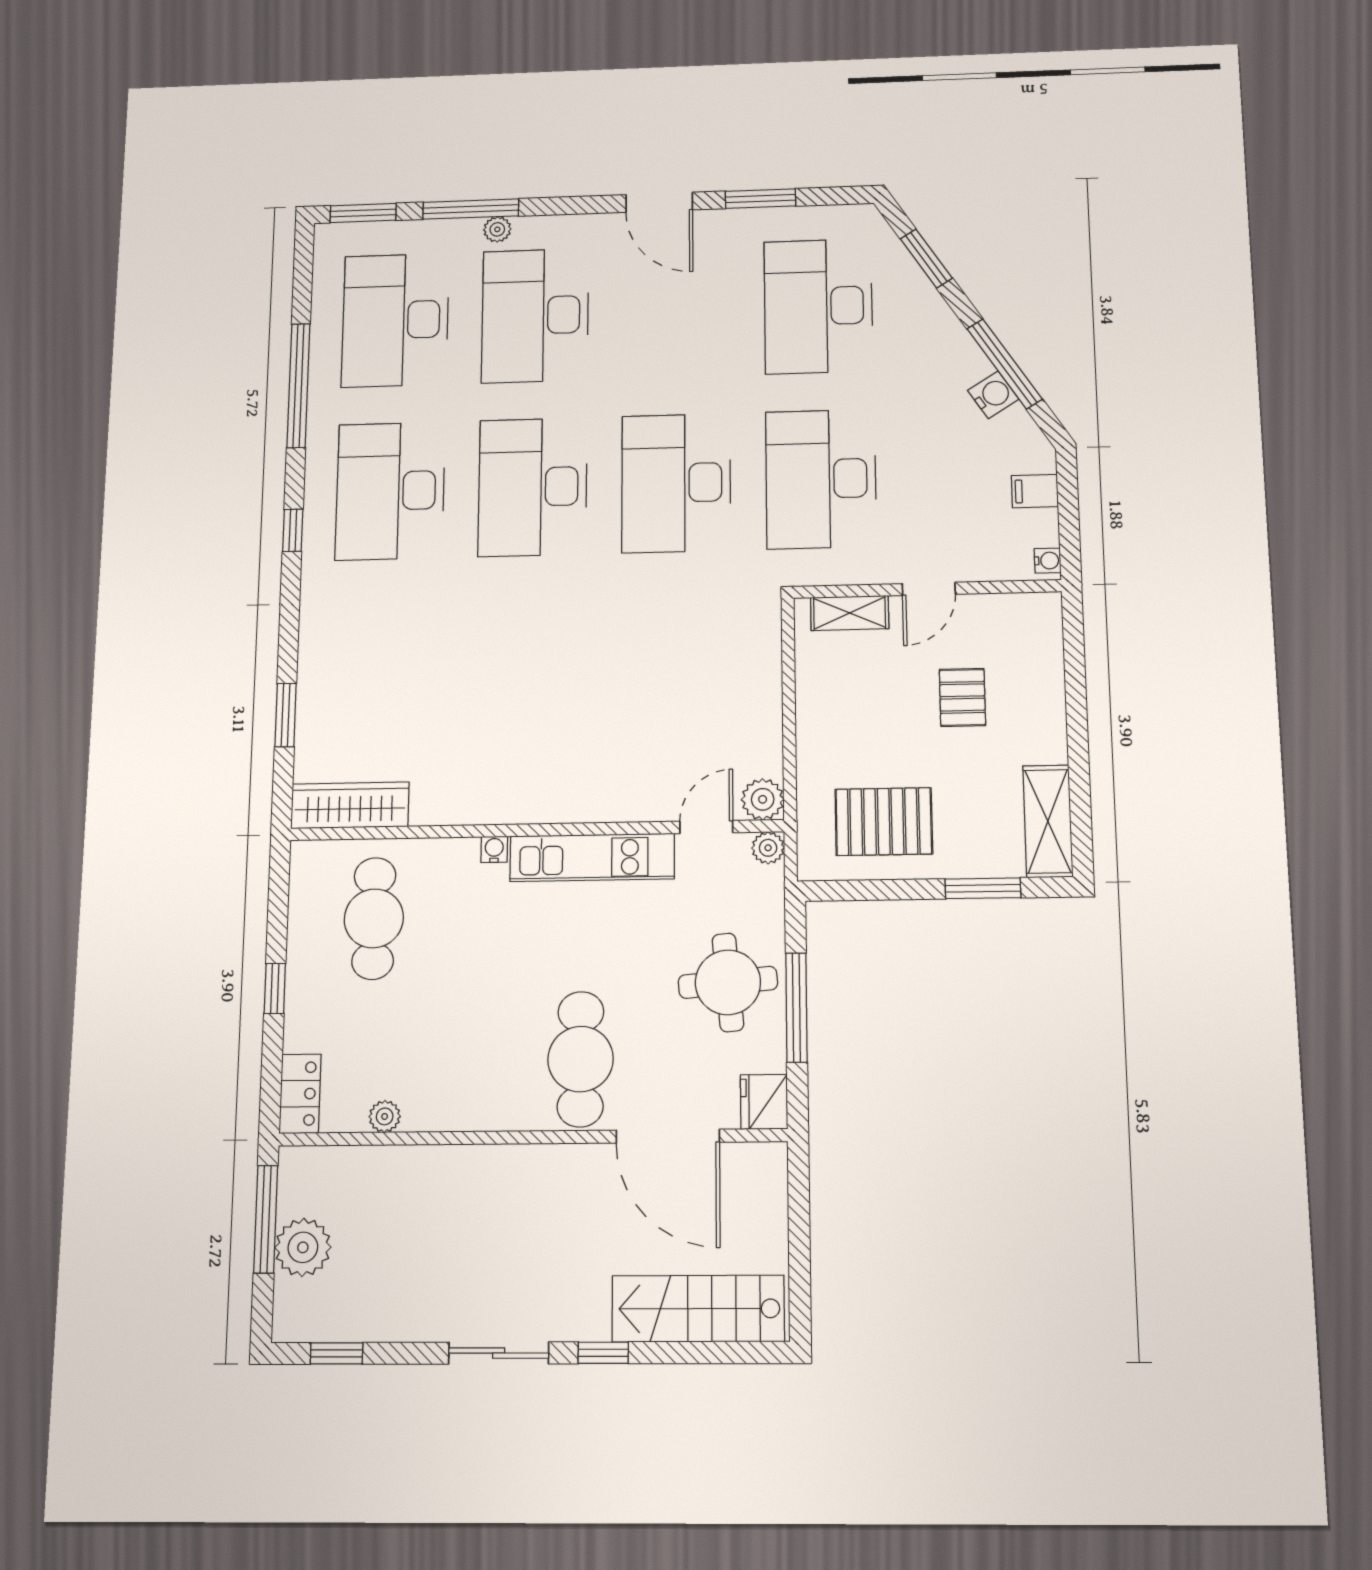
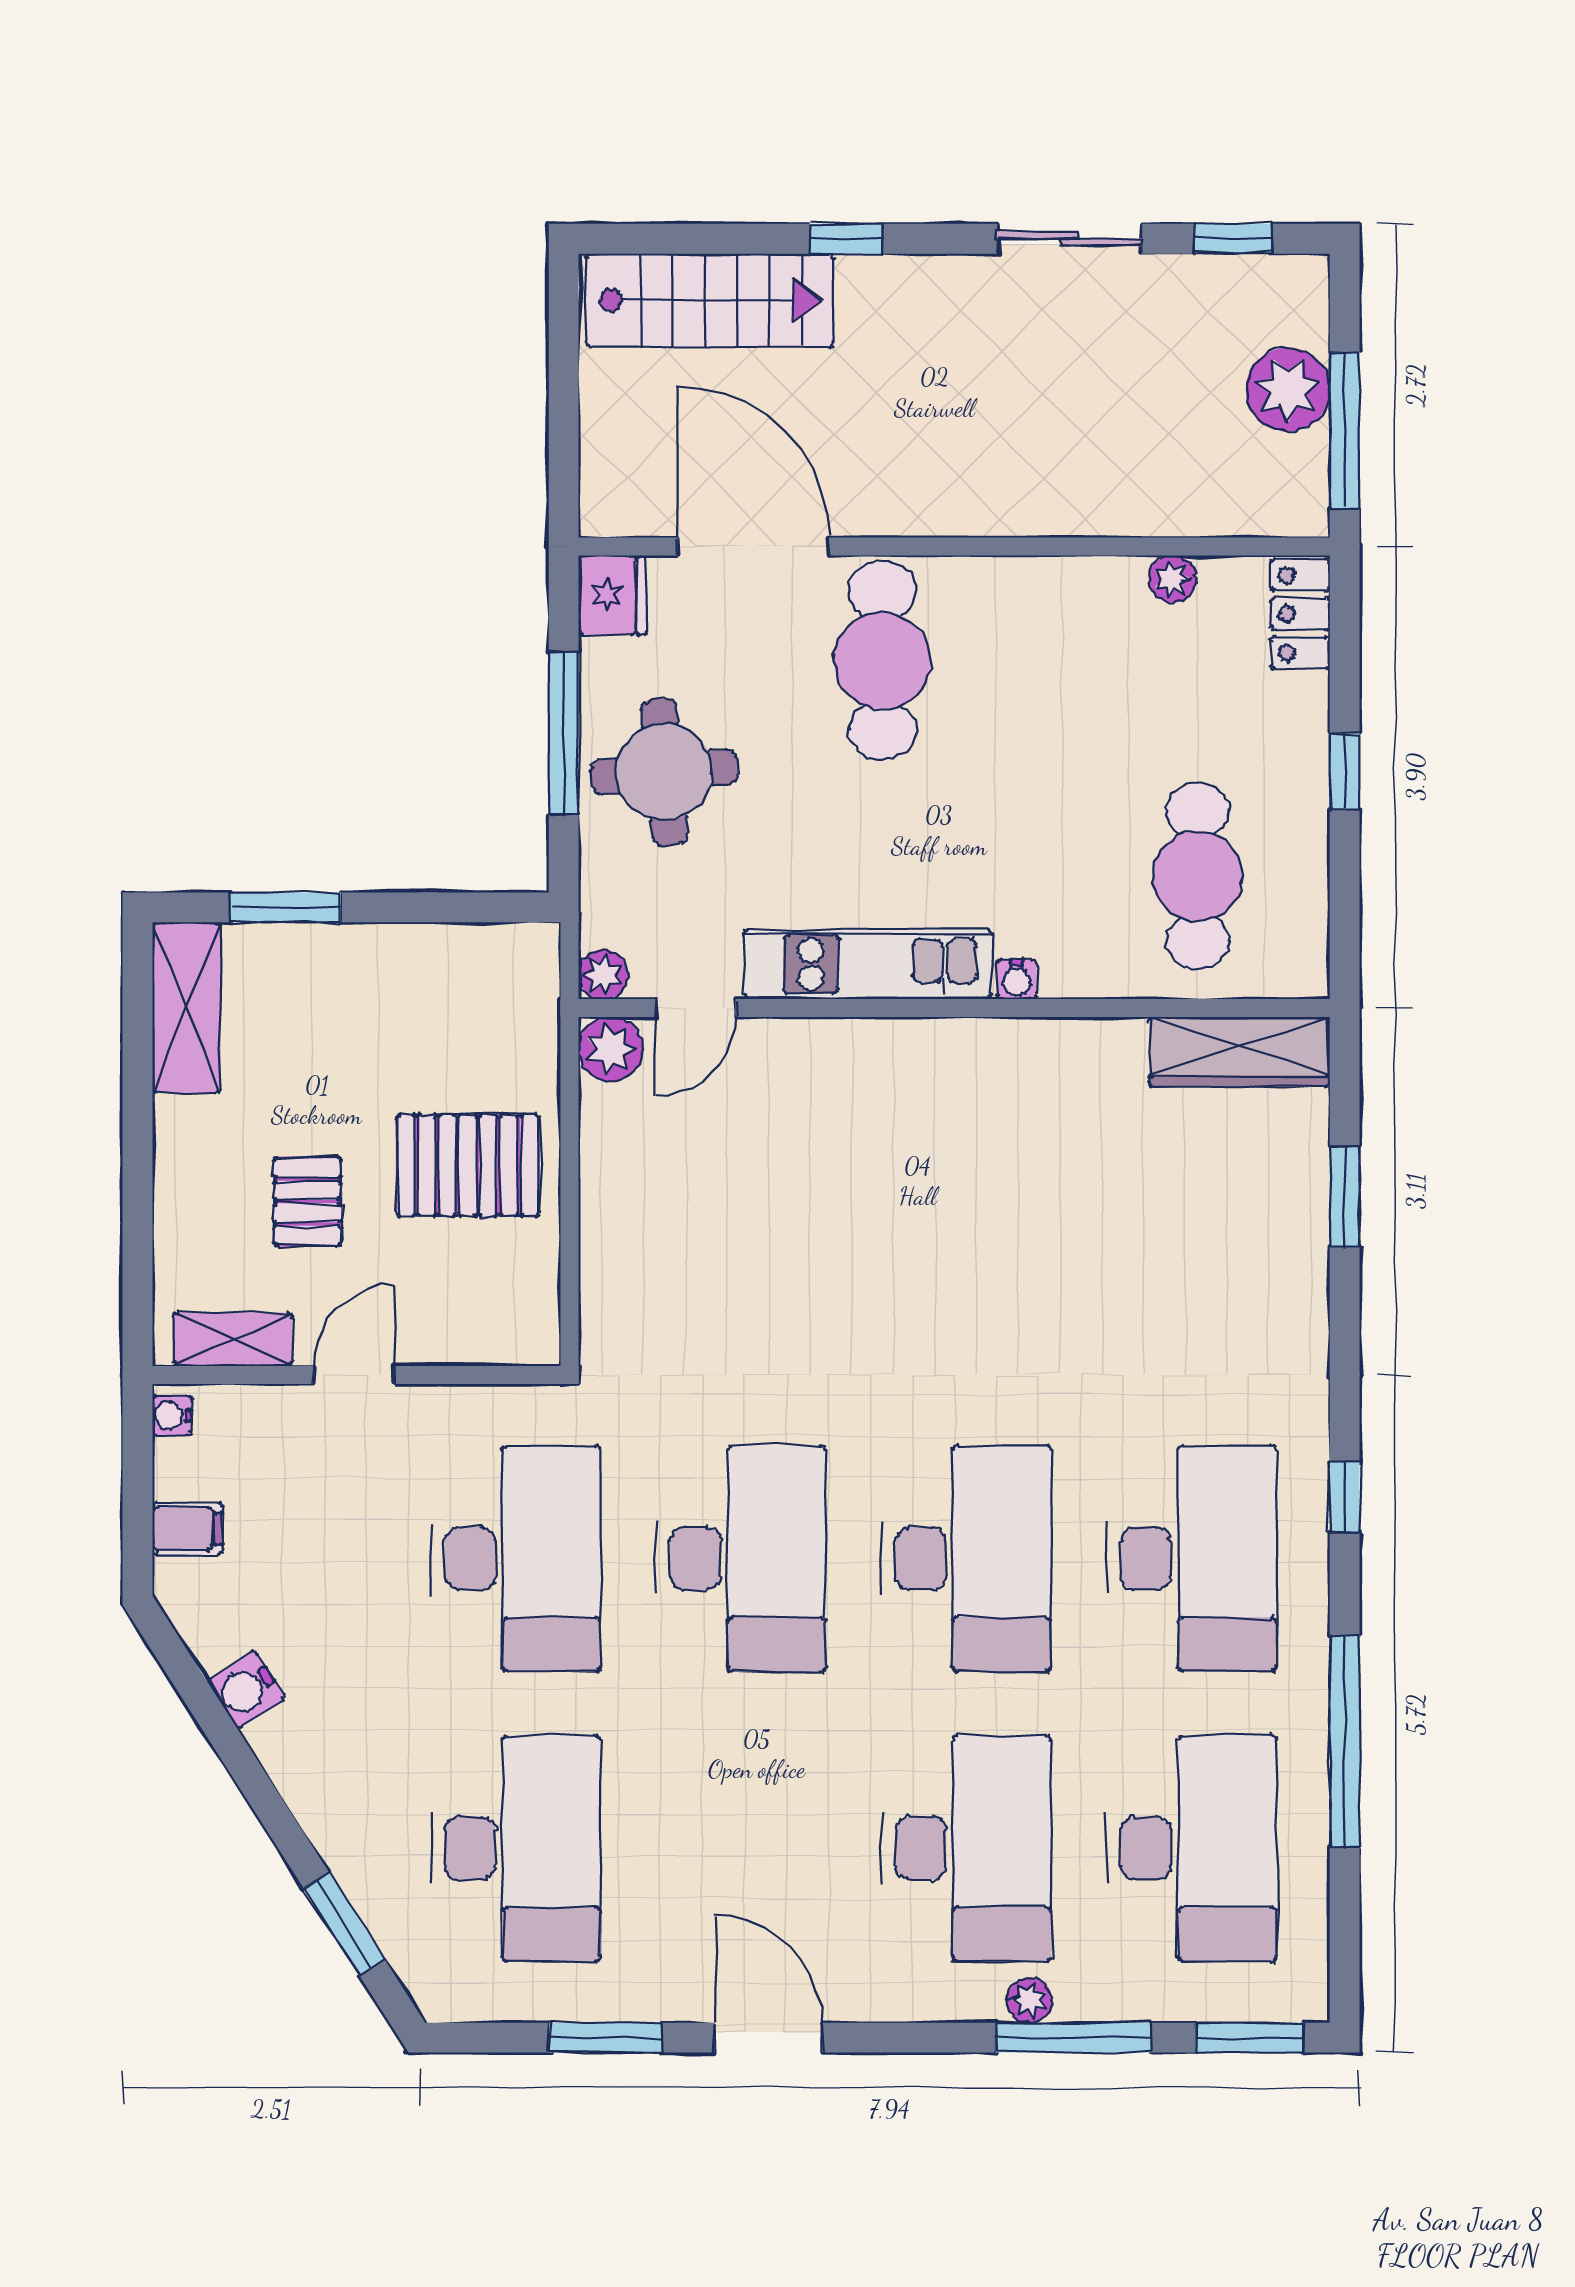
window: (1005, 364) -> (227, 1740), removed
shelving: (850, 613) -> (233, 1339), moved
pallet: (884, 822) -> (468, 1165), moved
sliding door: (499, 1353) -> (1070, 239), moved

